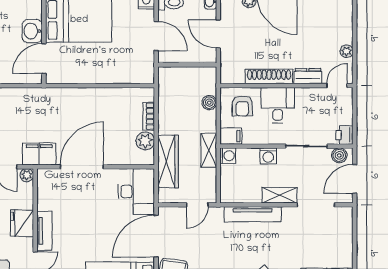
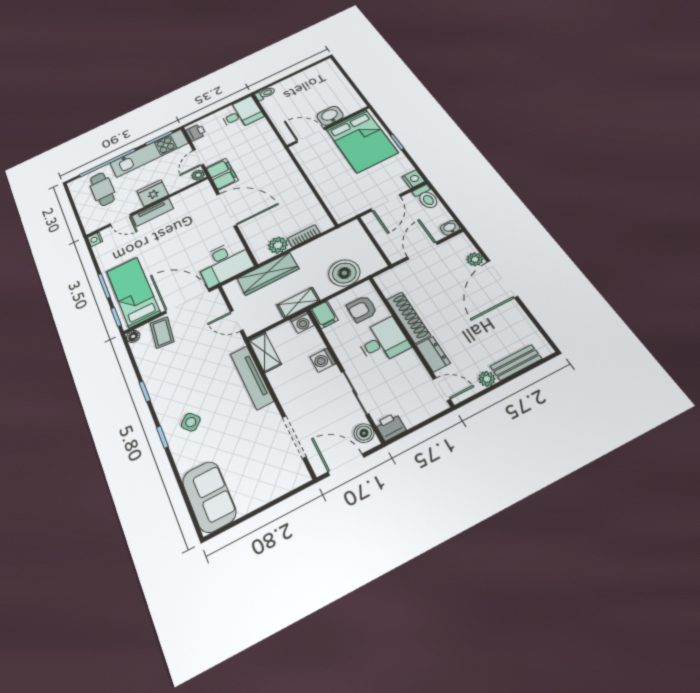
bench: (346, 25) -> (516, 363), added
boiler: (209, 103) -> (344, 273), width x1.86, depth x1.86
shelving: (280, 195) -> (265, 352), moved

